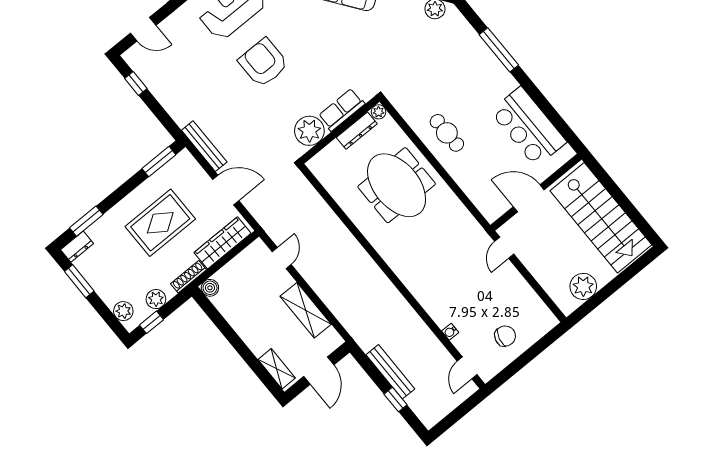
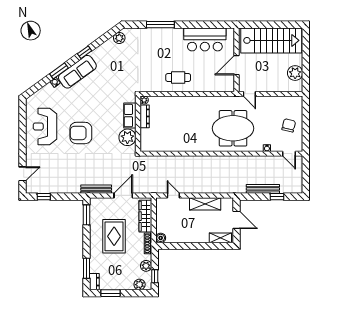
meeting table: (397, 185) -> (233, 128), moved

